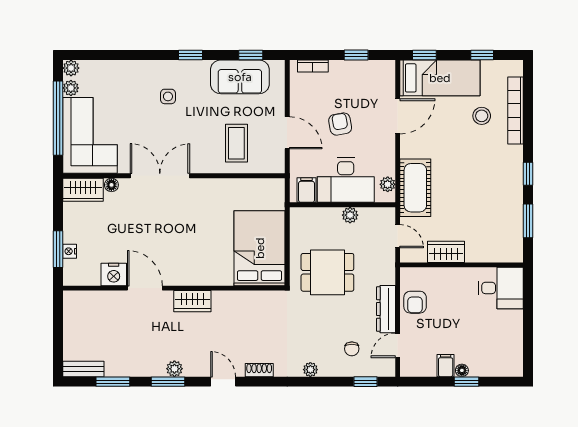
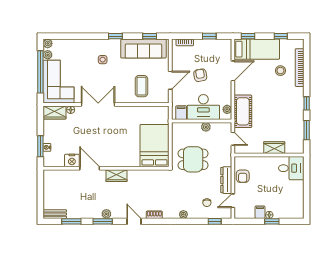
sofa: (240, 77) -> (143, 49), width x1.36
door: (287, 133) -> (170, 80), hinge flipped
wardrobe: (446, 252) -> (274, 148), moved

